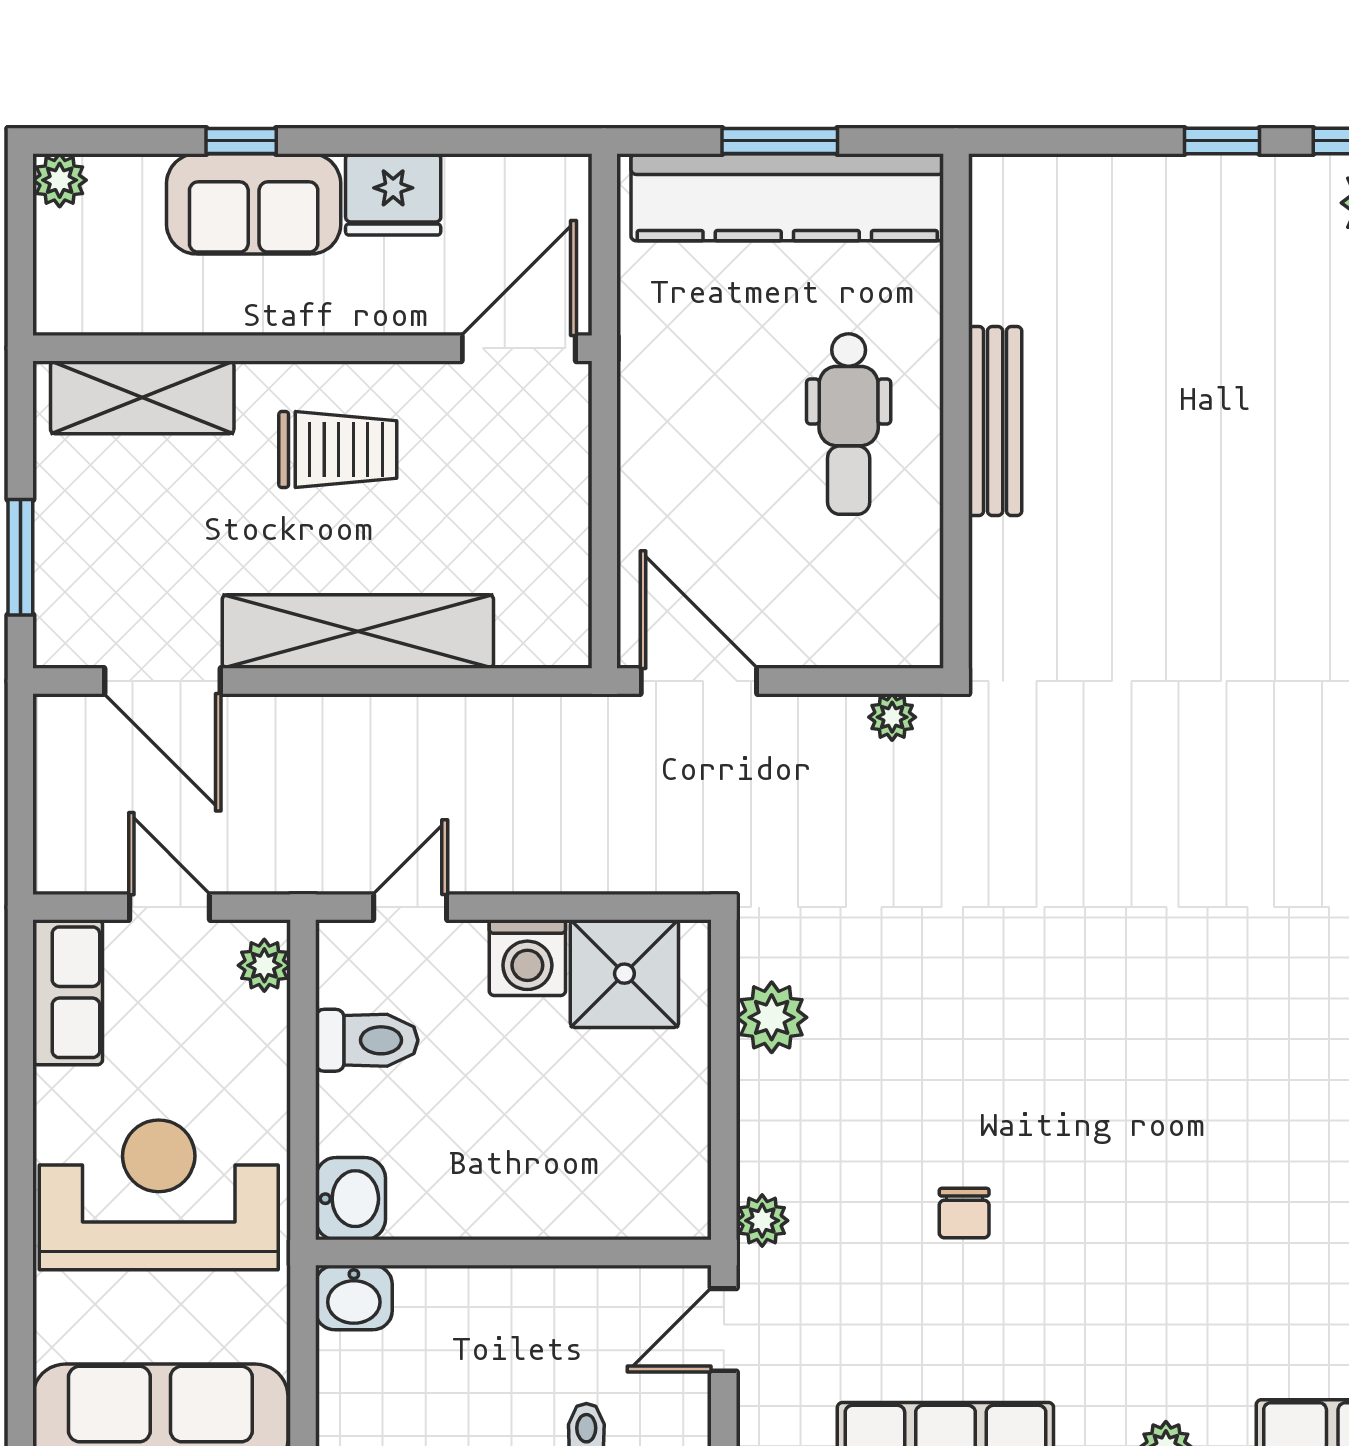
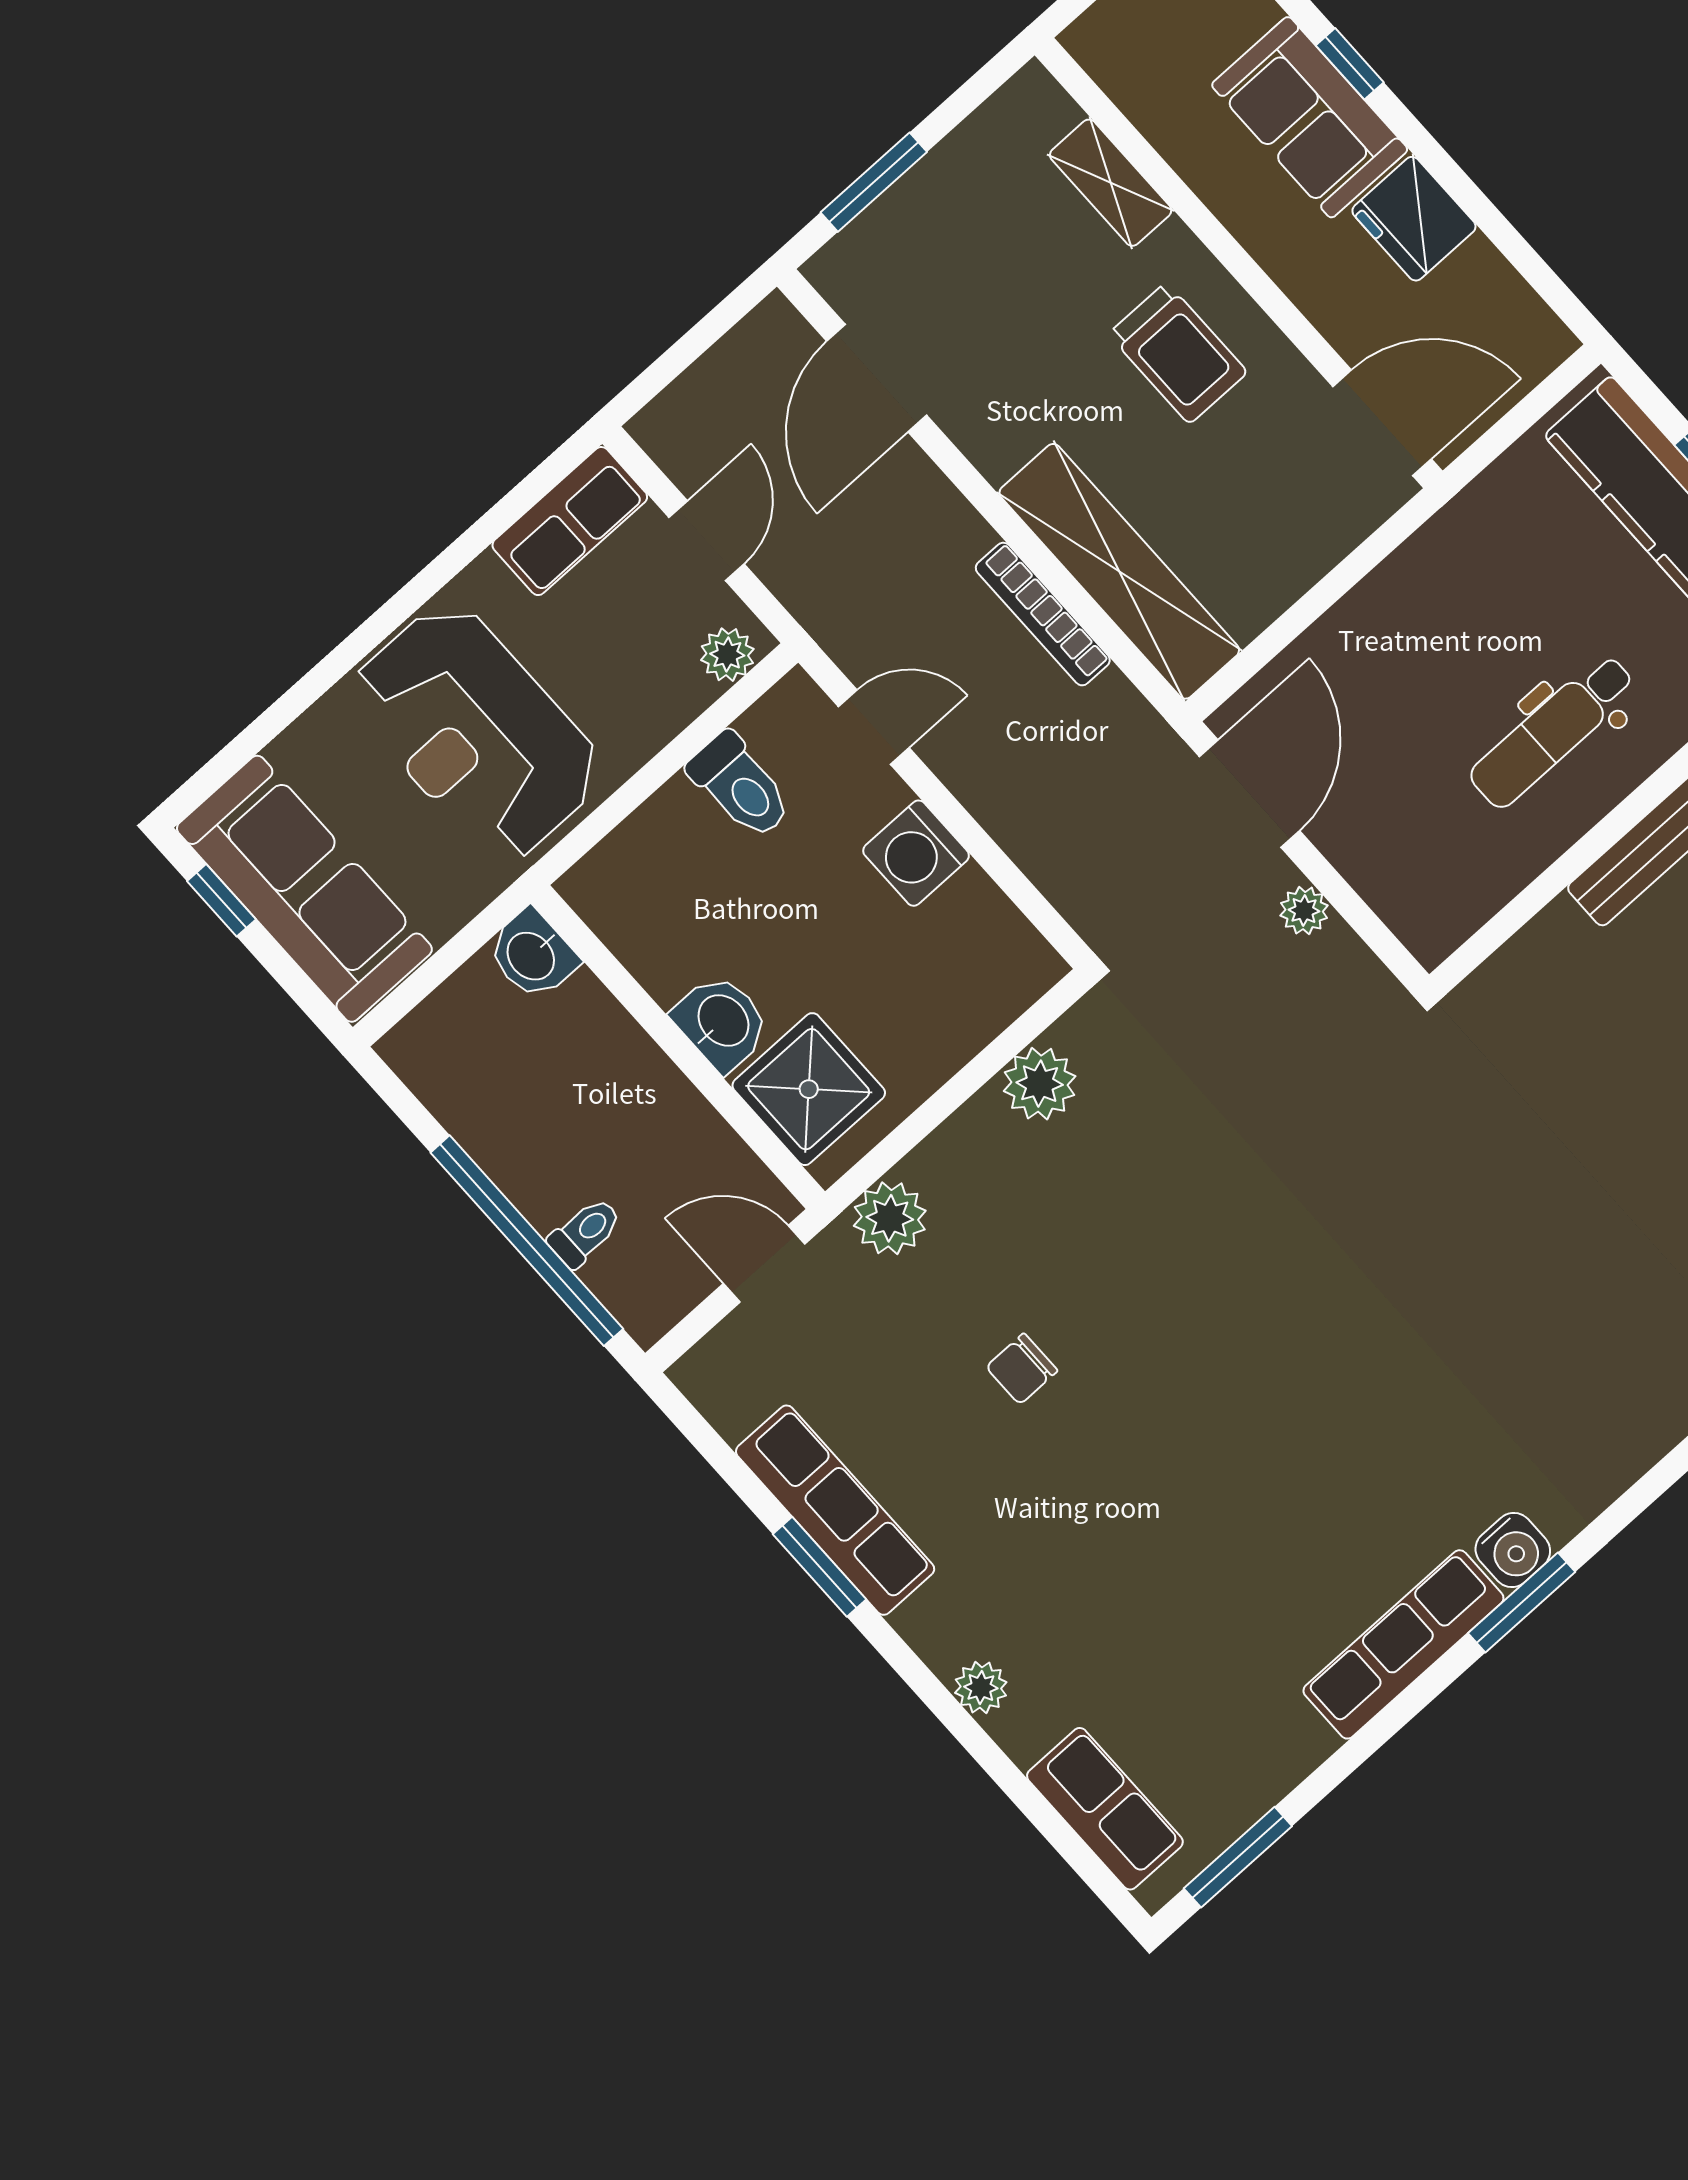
shelving: (142, 397) -> (1111, 183), width x0.67, depth x0.75
shelving: (358, 632) -> (1119, 571), moved
bookcase: (438, 714) -> (1043, 614), added
plant: (892, 717) -> (1304, 911), moved
shower: (624, 974) -> (809, 1089), moved
reception desk: (159, 1195) -> (476, 732), turned 180
washbasin: (350, 1199) -> (722, 1022), moved, turned -90
plant: (762, 1221) -> (890, 1218), width x1.38, depth x1.38

